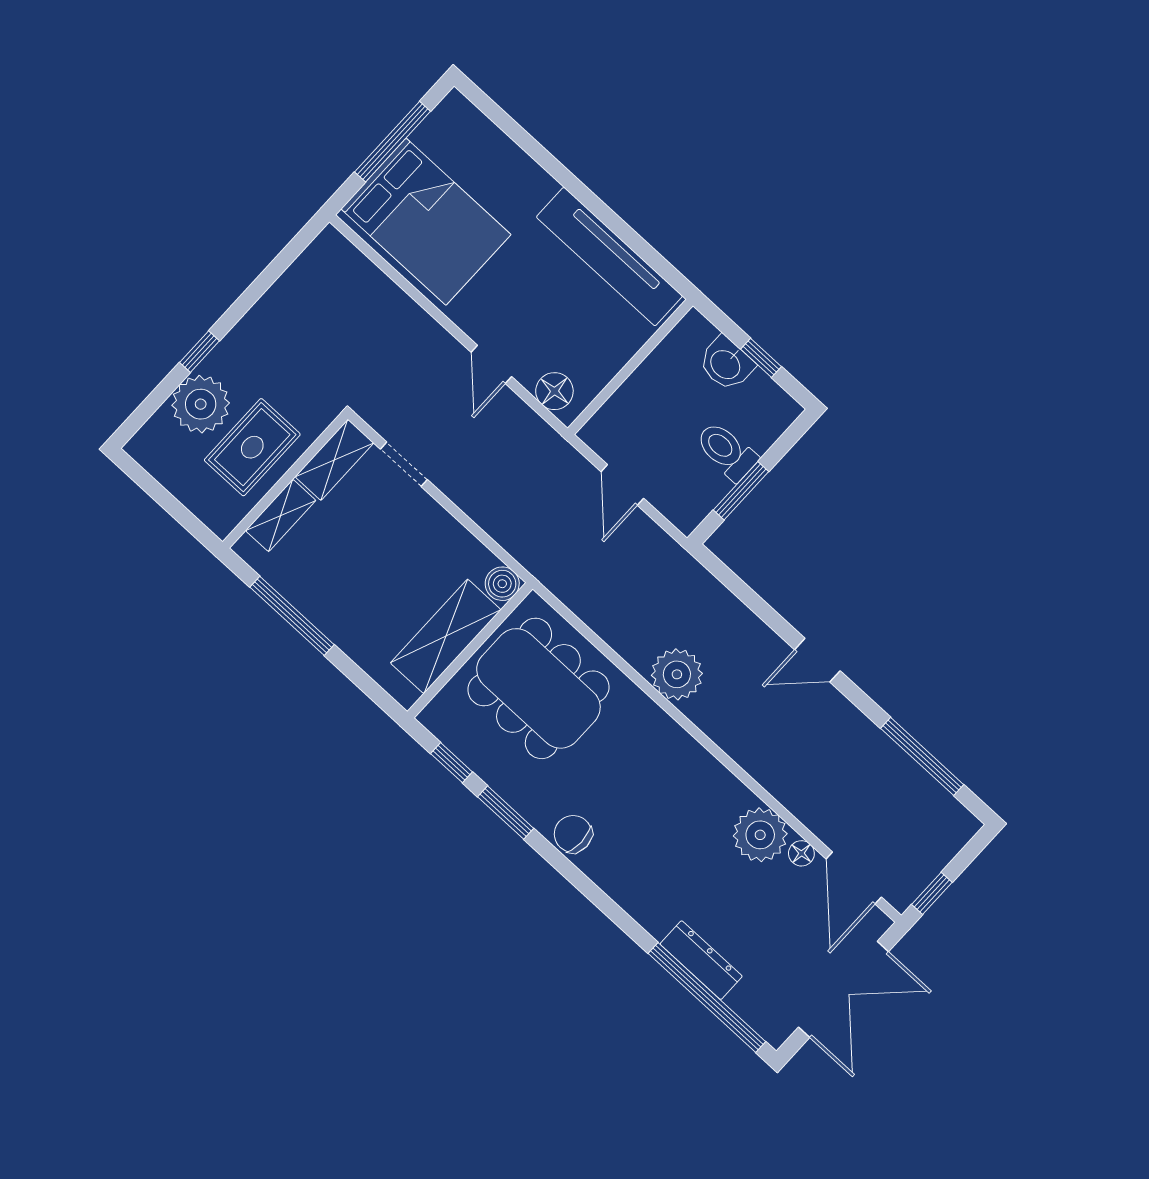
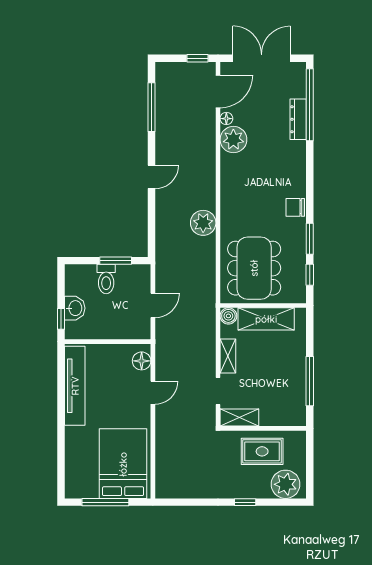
window: (761, 358) -> (61, 319), moved
plant: (201, 404) -> (286, 484), moved
shelving: (281, 515) -> (228, 356), moved, turned 90
door: (817, 660) -> (151, 177), hinge flipped
chair: (573, 834) -> (295, 207), turned 90

